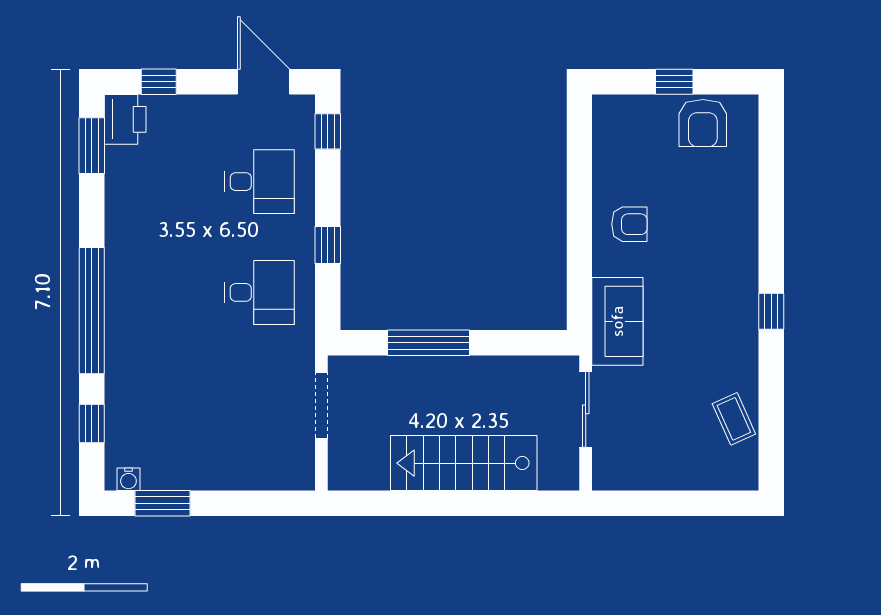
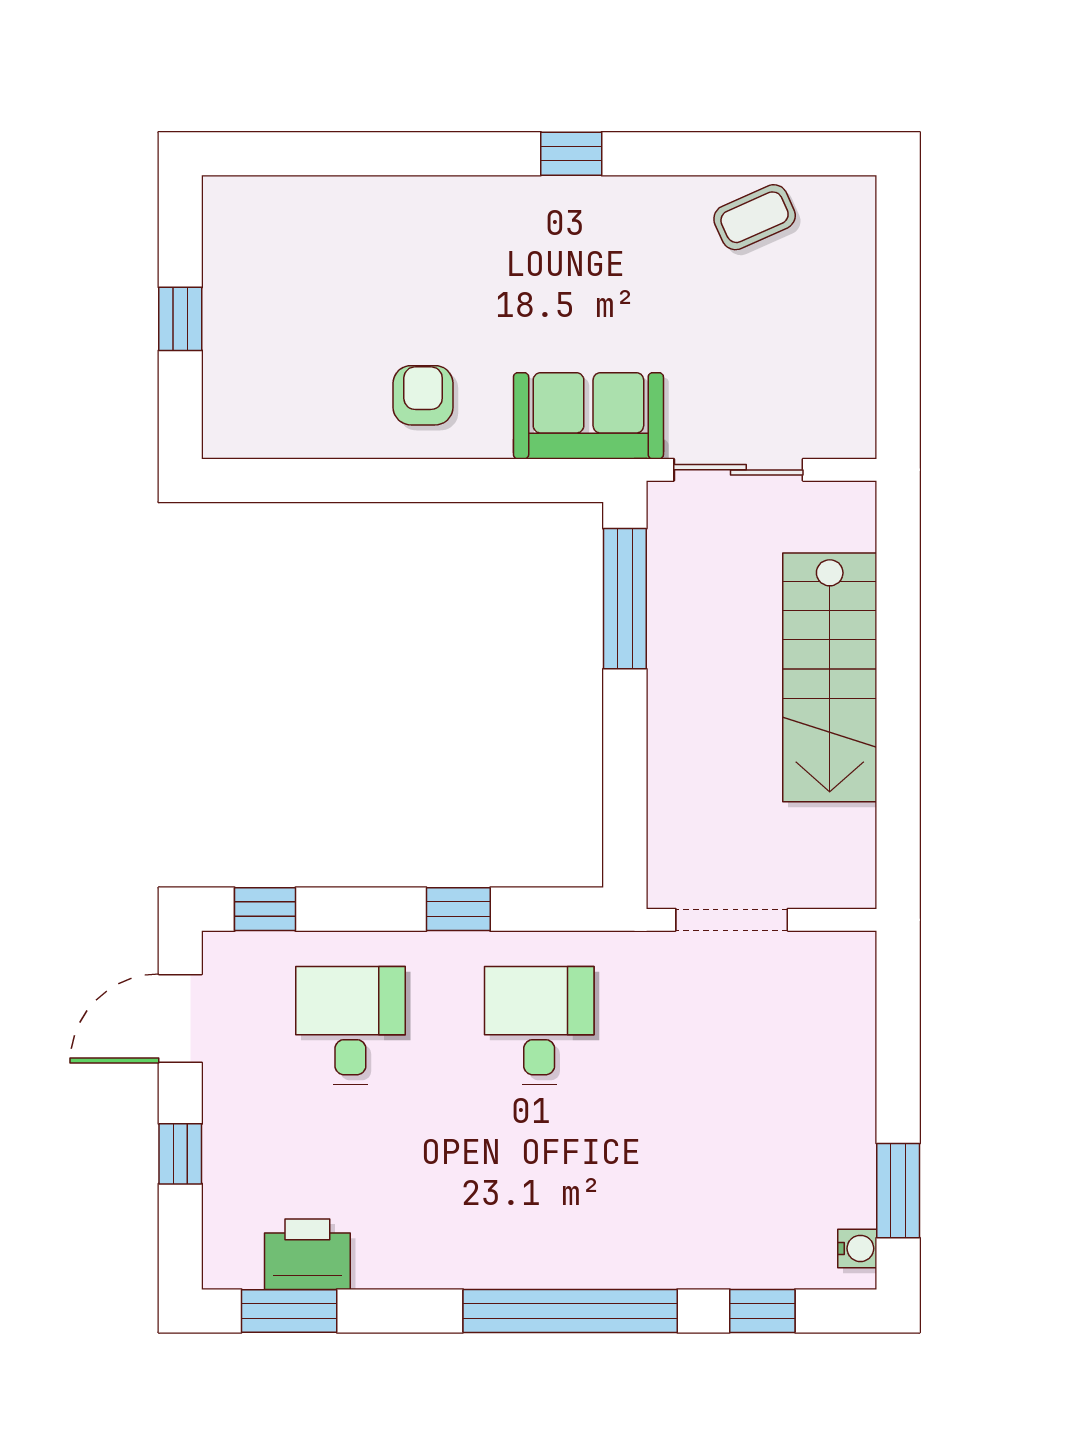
window: (159, 82) -> (180, 1154), moved
printer: (125, 119) -> (307, 1254), moved
armchair: (703, 123) -> (251, 270), removed
window: (429, 343) -> (625, 599), moved

